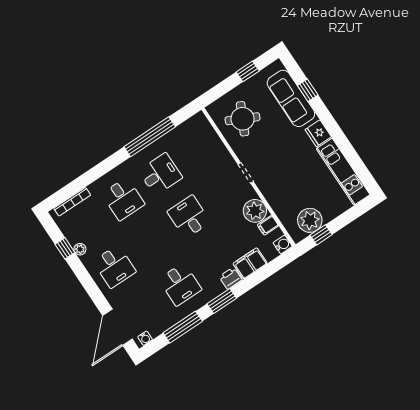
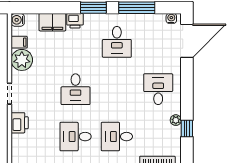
printer: (219, 153) -> (20, 123), added
desk: (123, 199) -> (117, 137), turned -90
desk: (180, 284) -> (117, 42), turned 180

